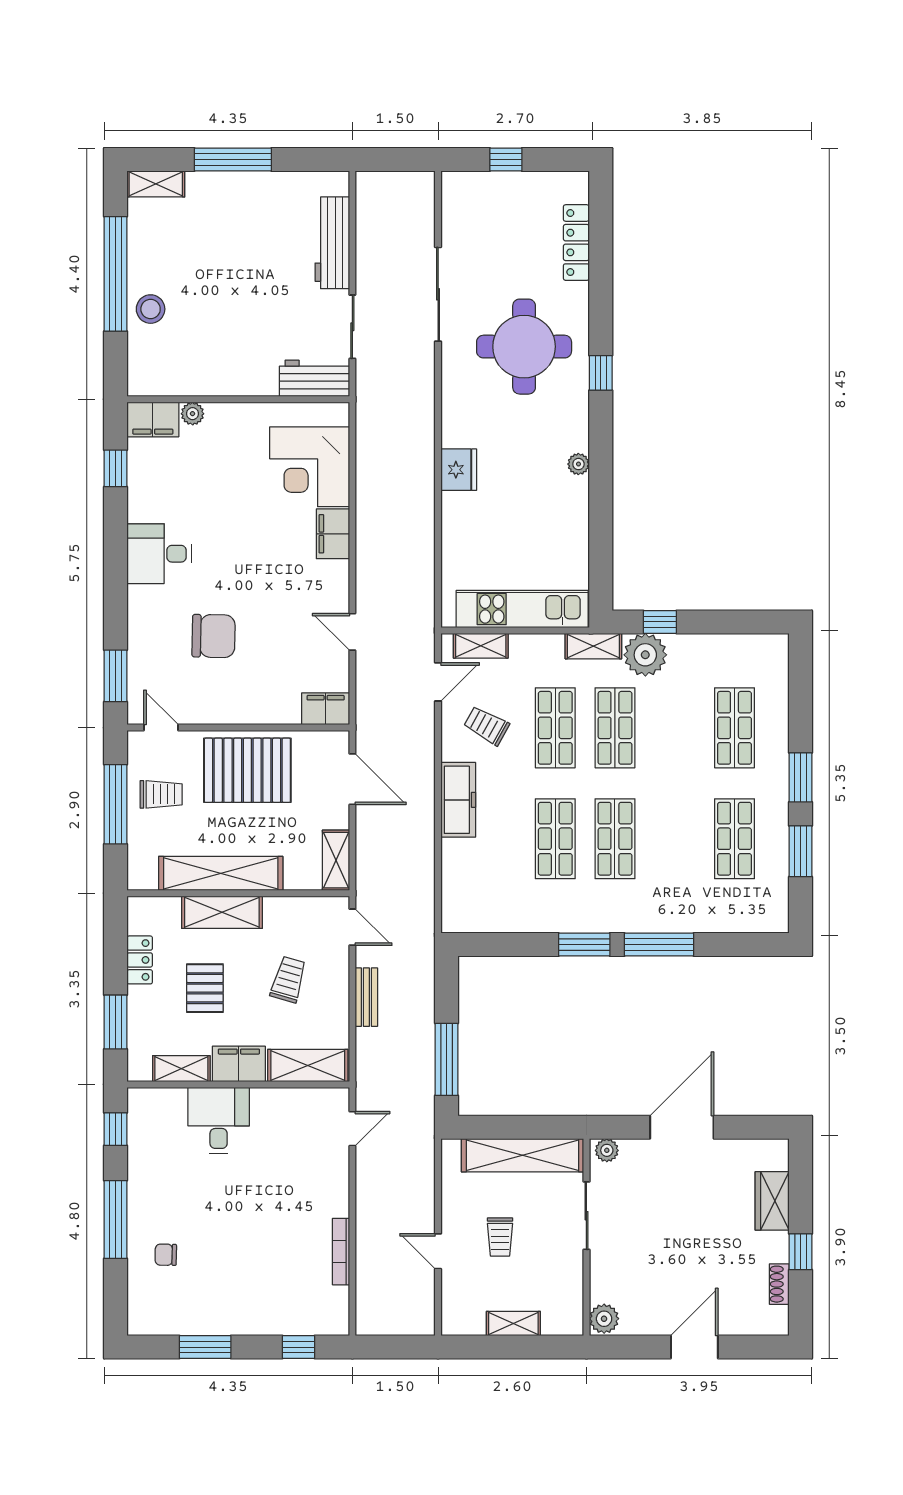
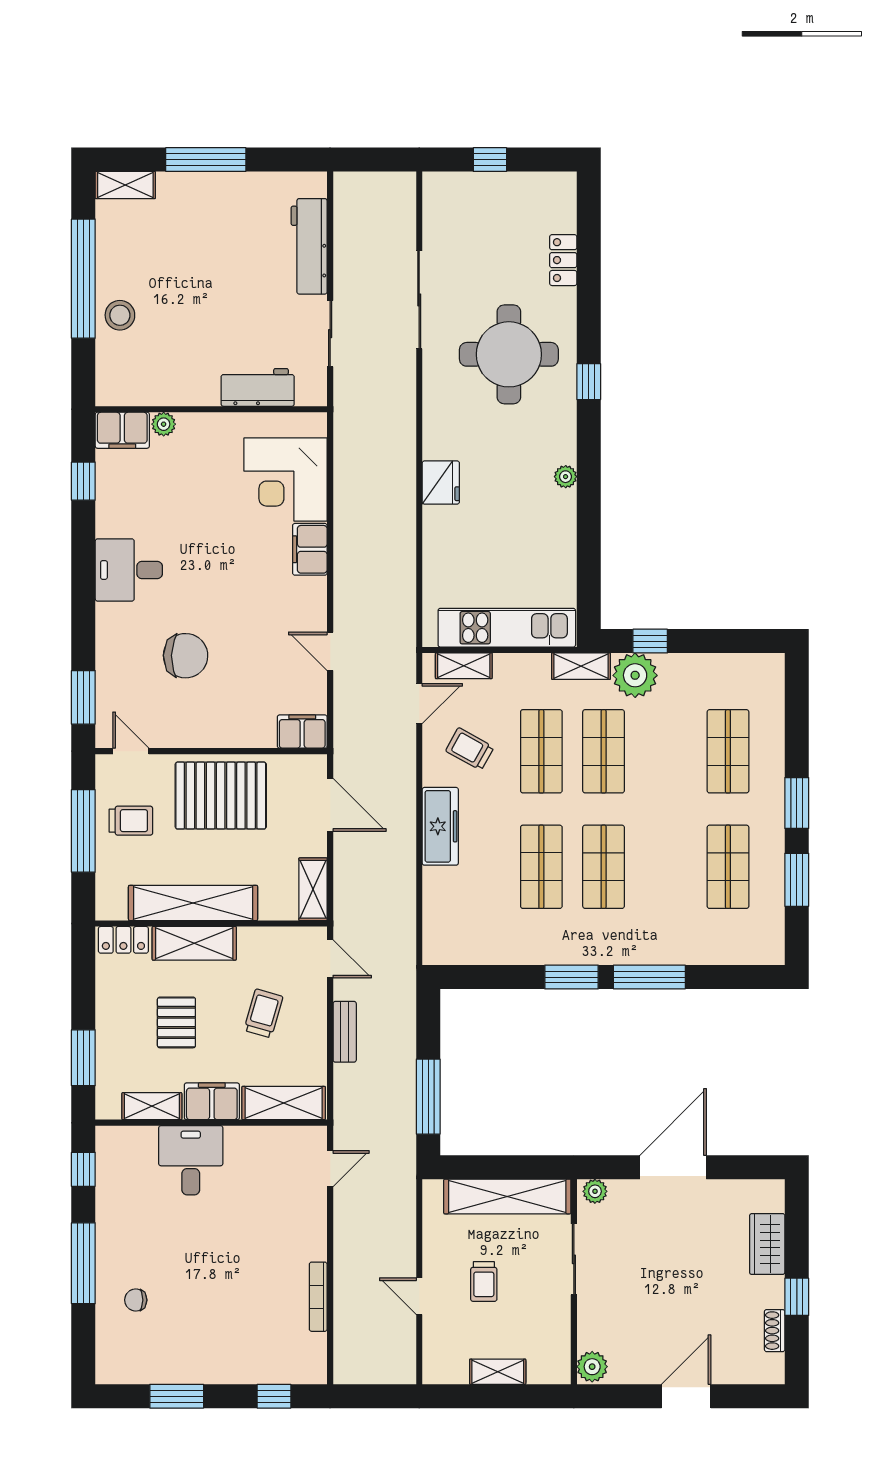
locker: (576, 243) -> (563, 260), width x0.66
workbench: (314, 378) -> (258, 387), moved
locker: (140, 960) -> (123, 940), moved, turned 90

